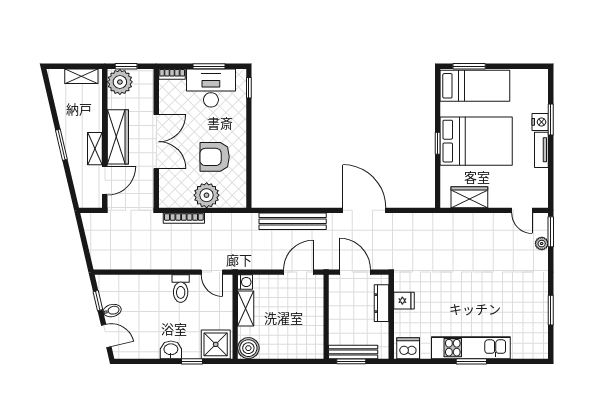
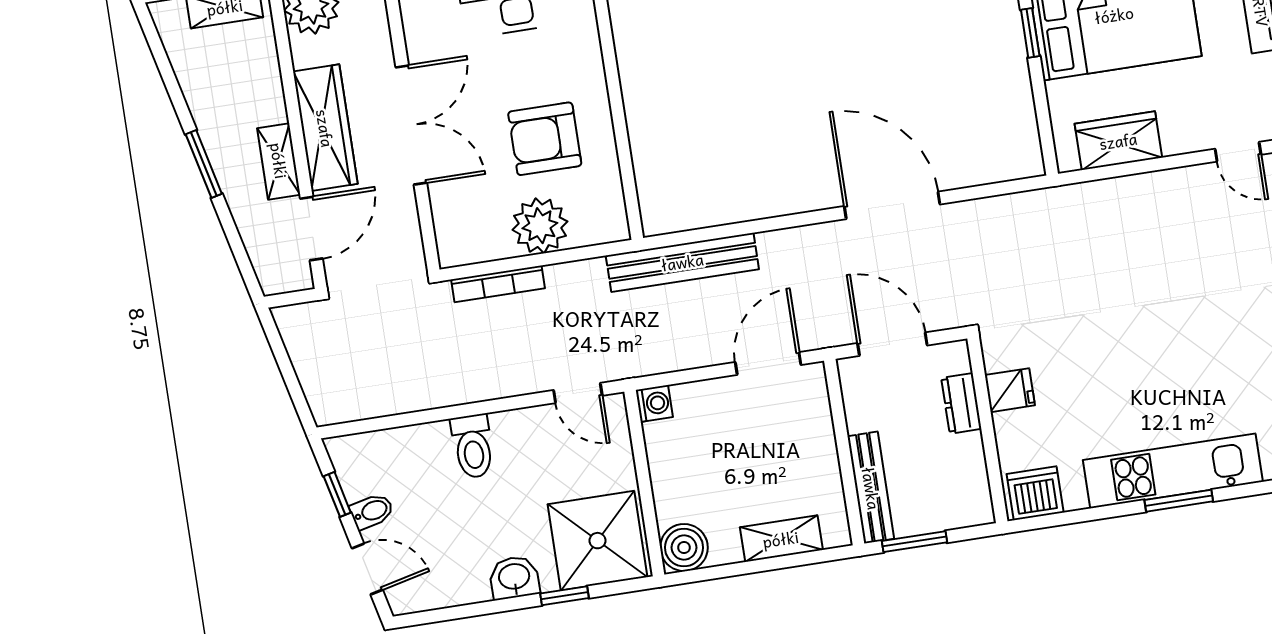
bench: (293, 221) -> (682, 262), moved
toilet: (181, 289) -> (473, 446), moved
dresser: (382, 303) -> (961, 403), width x0.70
shelving: (246, 308) -> (781, 539), moved, turned 90
shower: (216, 344) -> (598, 541), width x1.37, depth x1.37
bench: (353, 352) -> (871, 488), moved, turned 90

